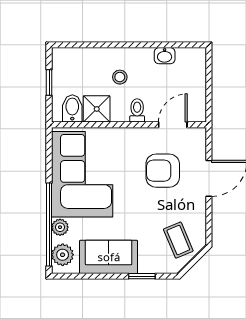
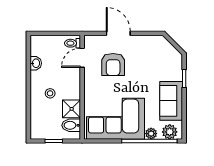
toilet: (137, 110) -> (73, 43), moved
door: (173, 125) -> (82, 58), hinge flipped
coffee table: (178, 240) -> (160, 54), removed

